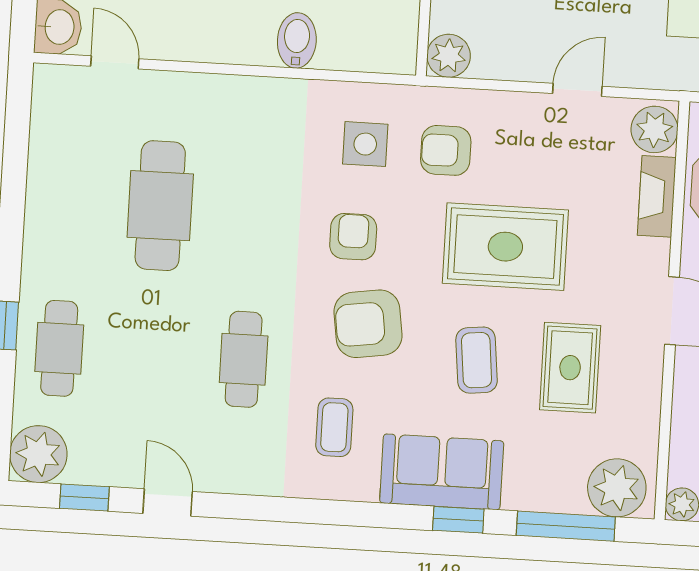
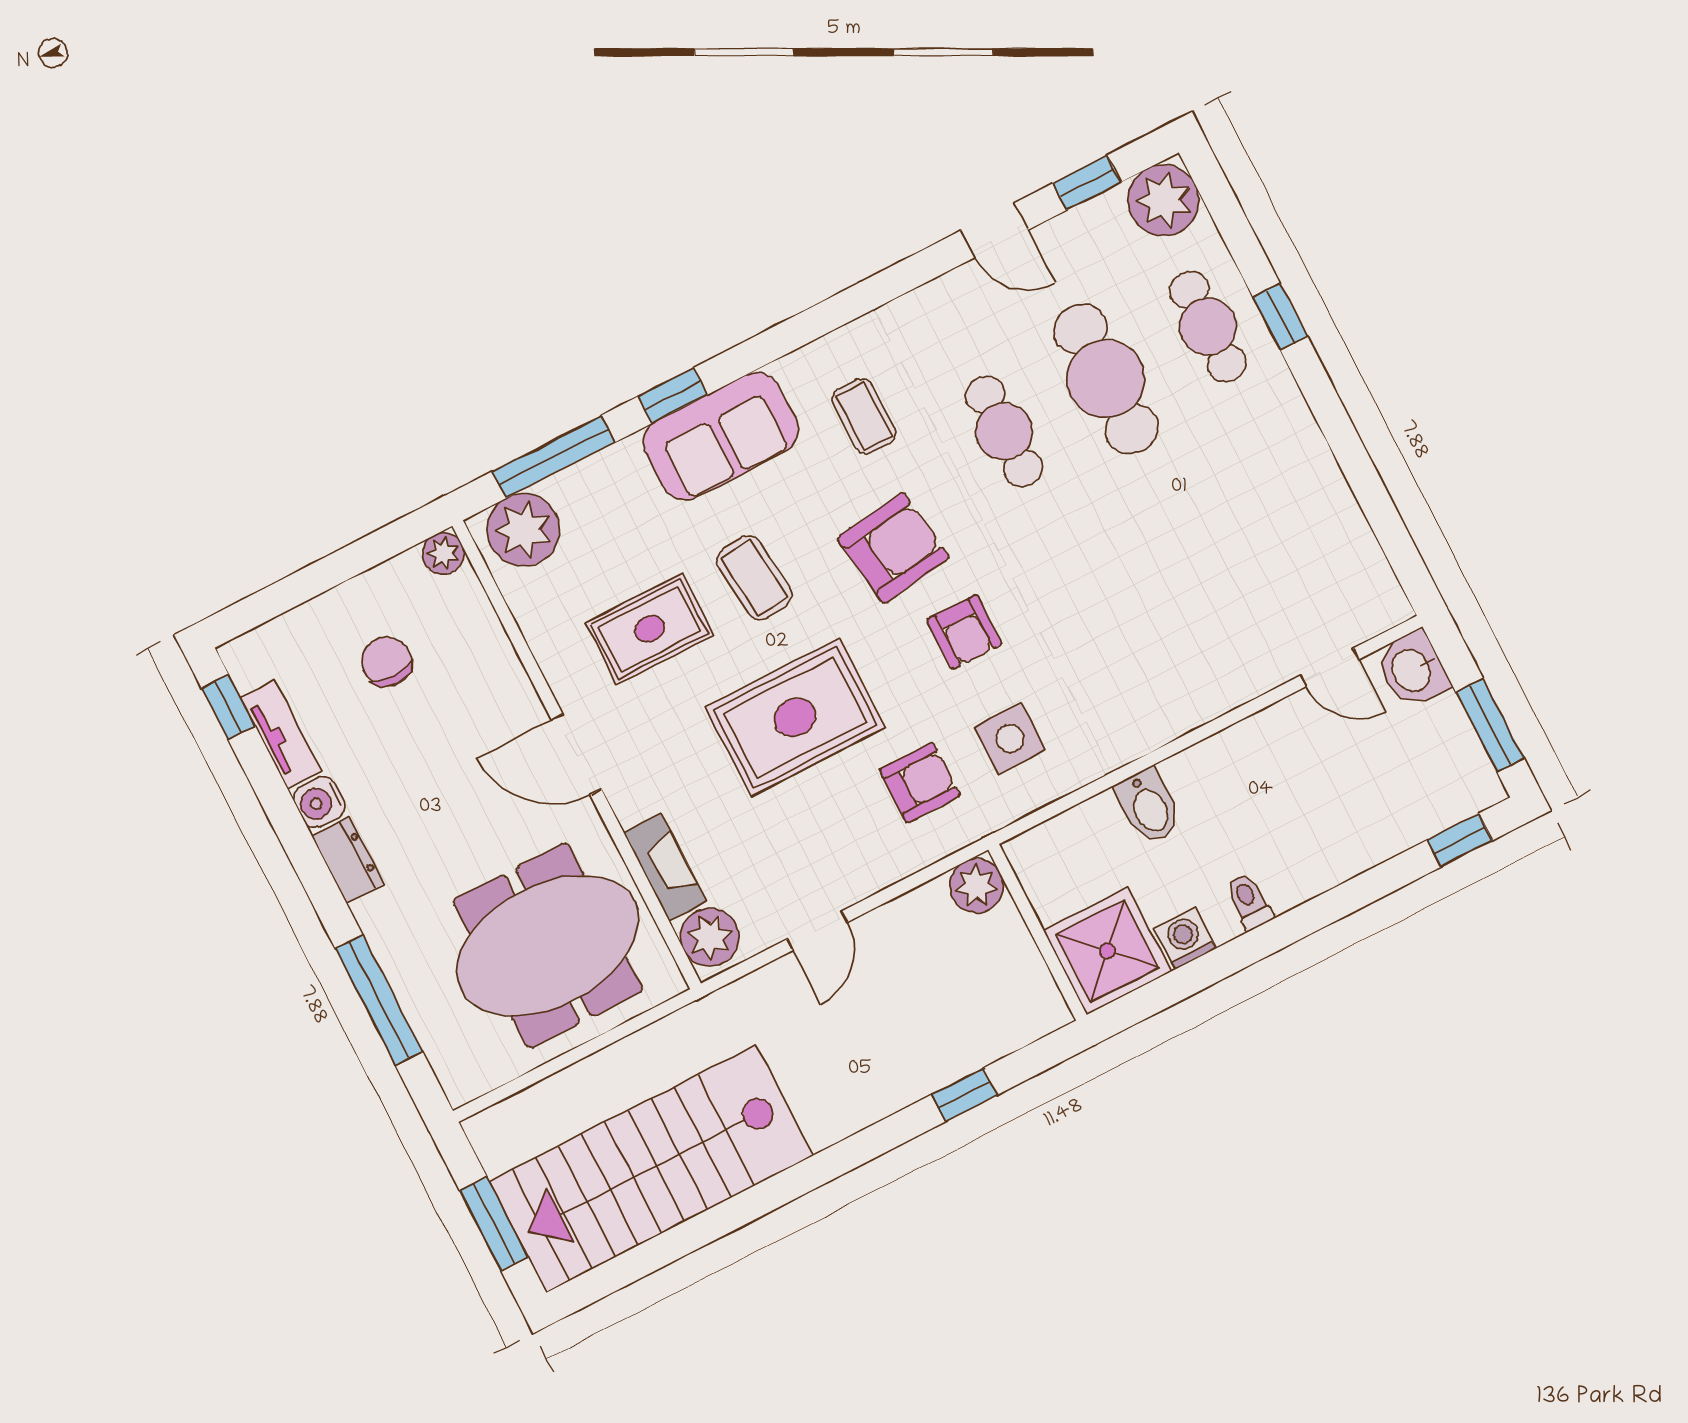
cafe table: (160, 206) -> (1106, 379), moved
rug: (570, 368) -> (649, 629), turned 90

